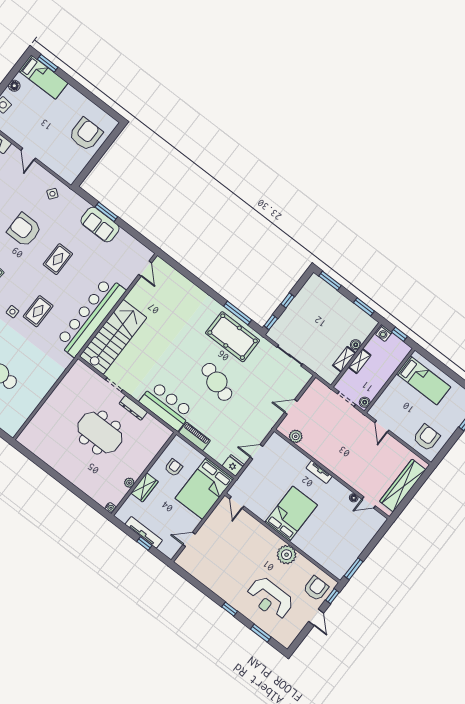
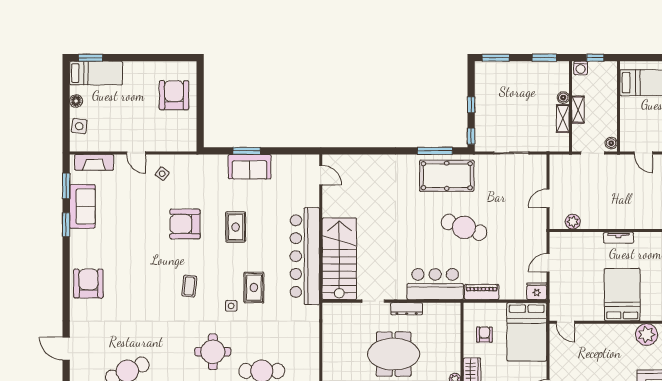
side table: (52, 194) -> (162, 174), moved

